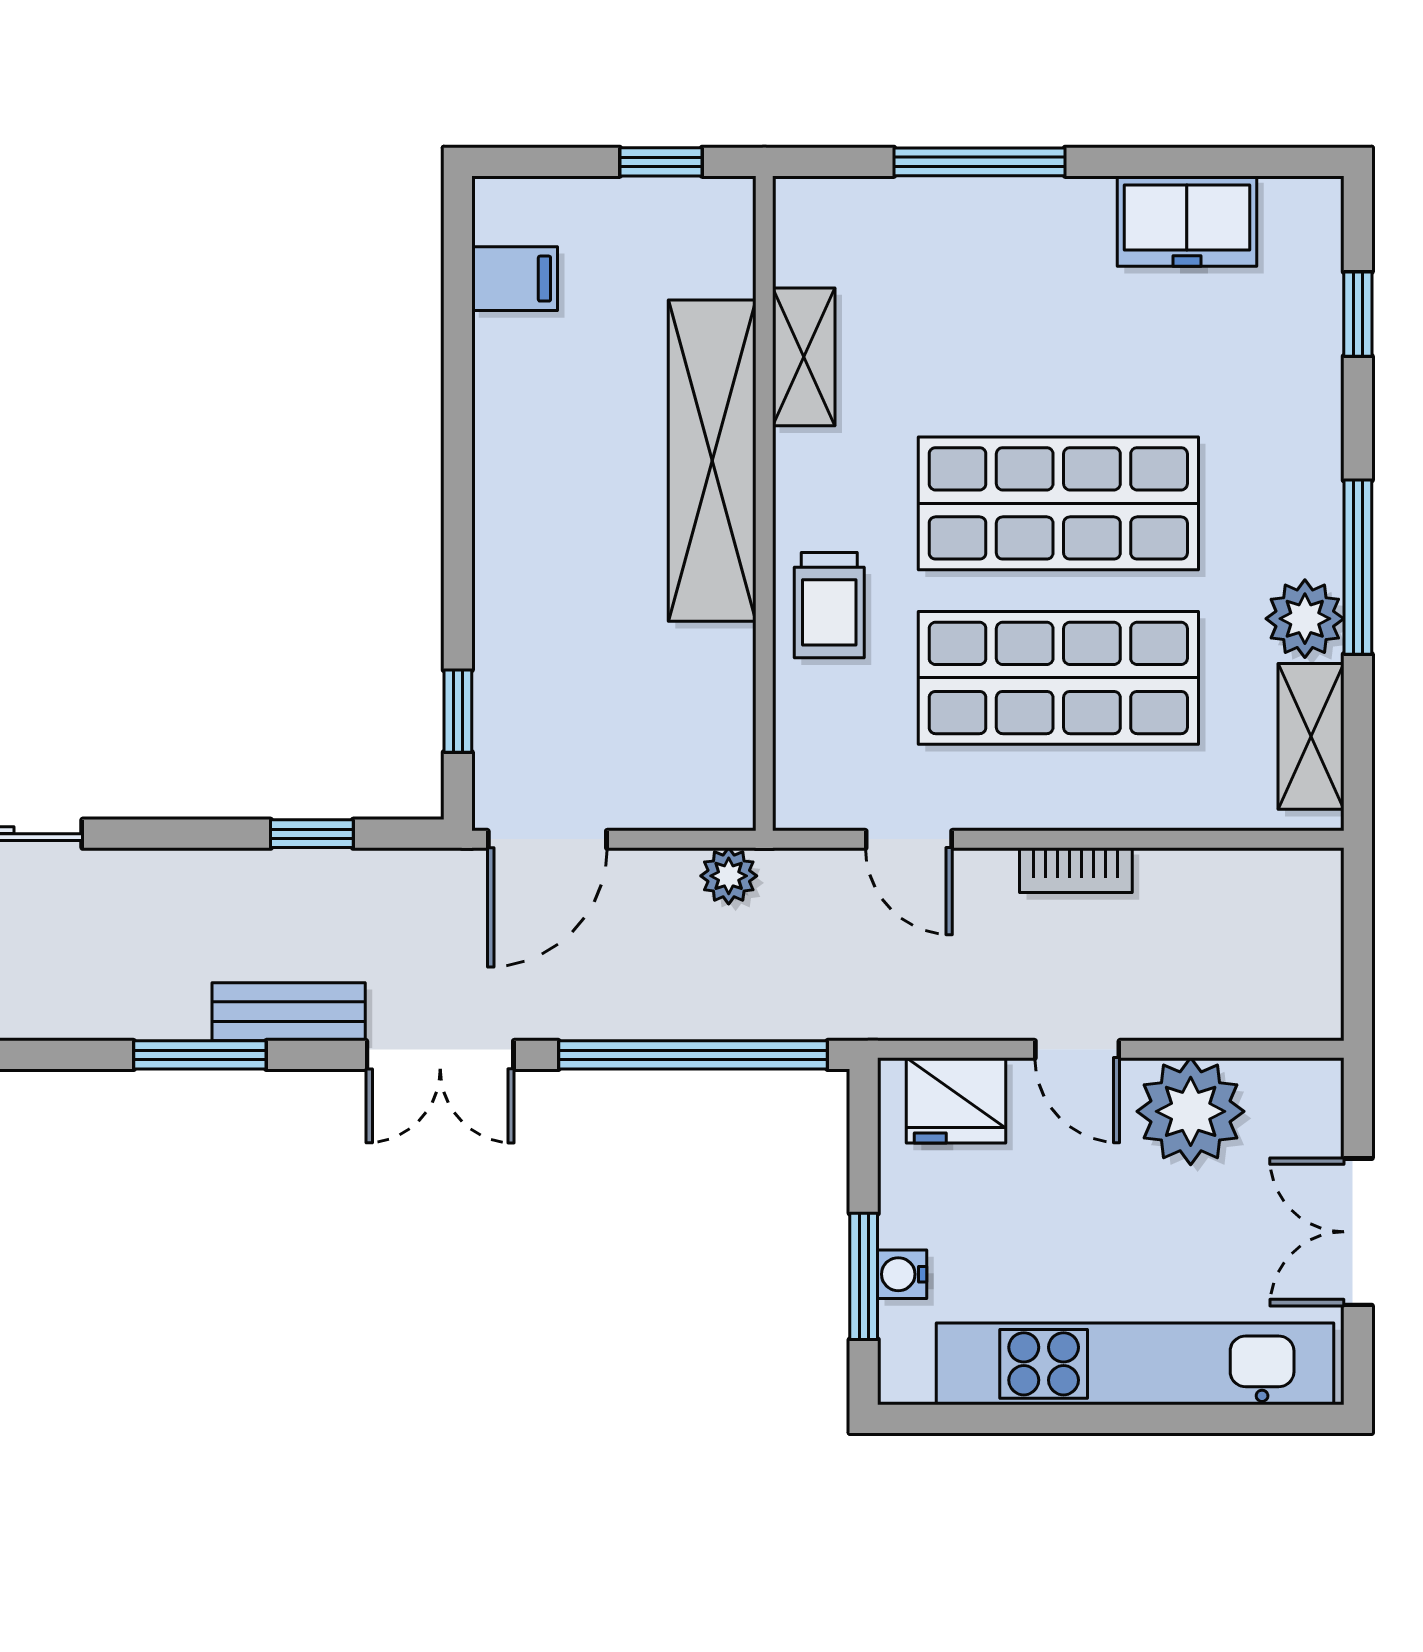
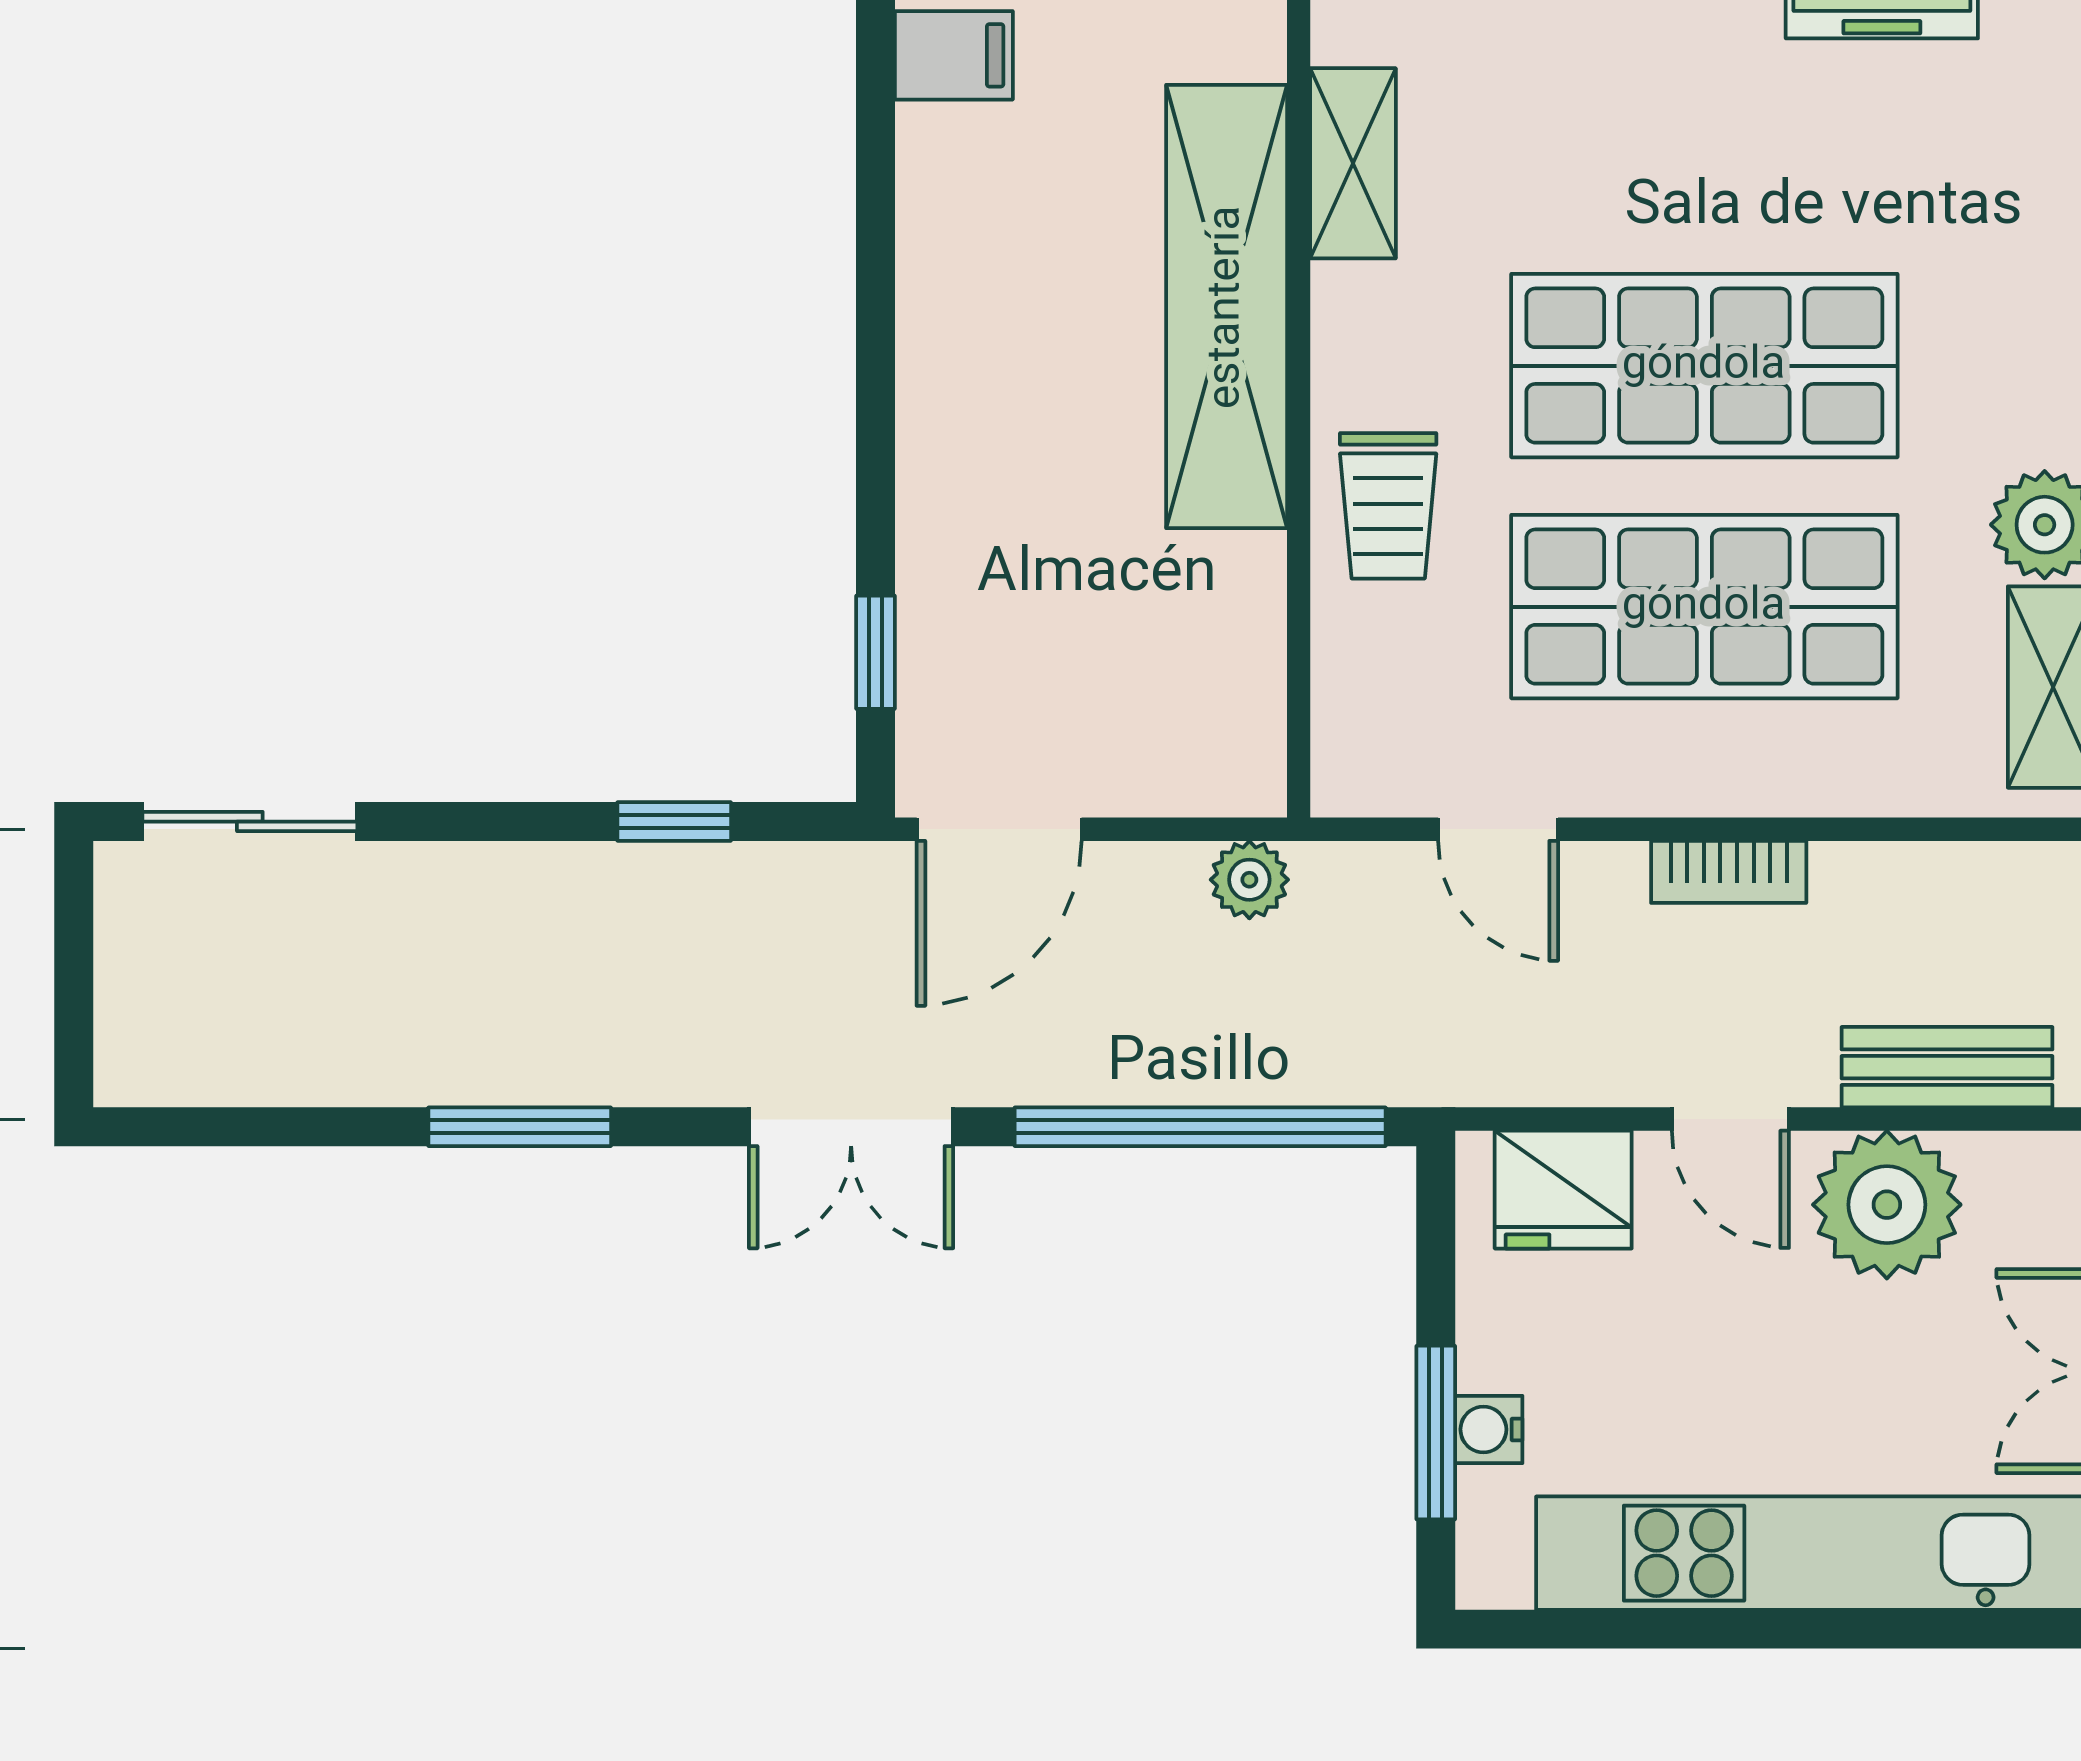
bench: (289, 1012) -> (1947, 1067), moved

